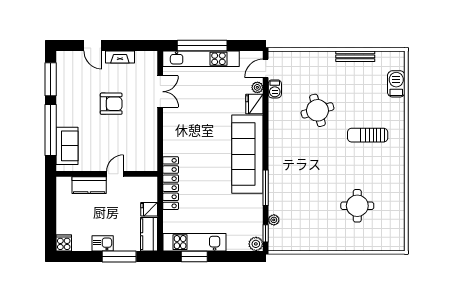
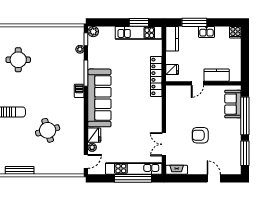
fireplace: (120, 57) -> (177, 170), moved
barbecue: (275, 89) -> (79, 91), moved
fridge: (149, 209) -> (172, 70), moved

